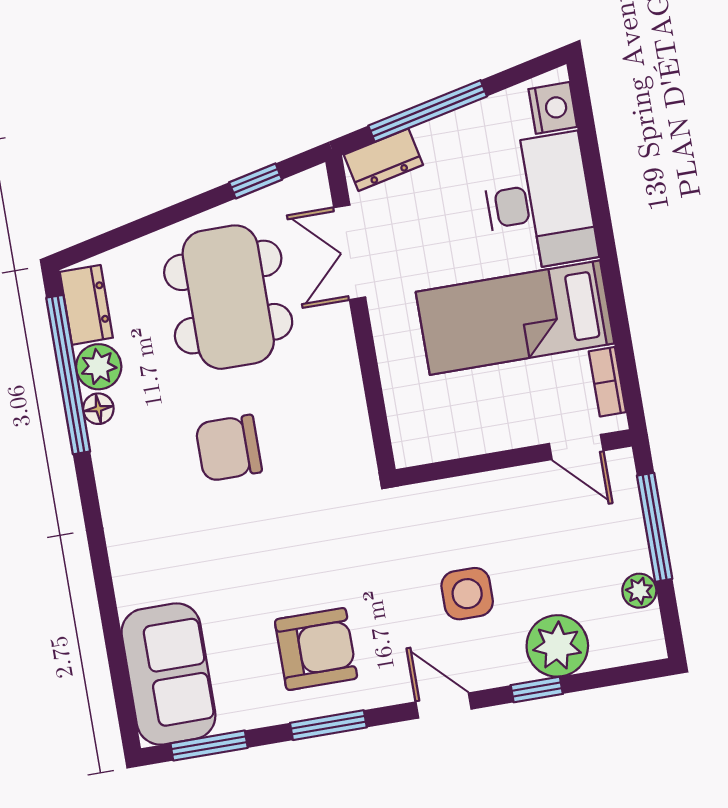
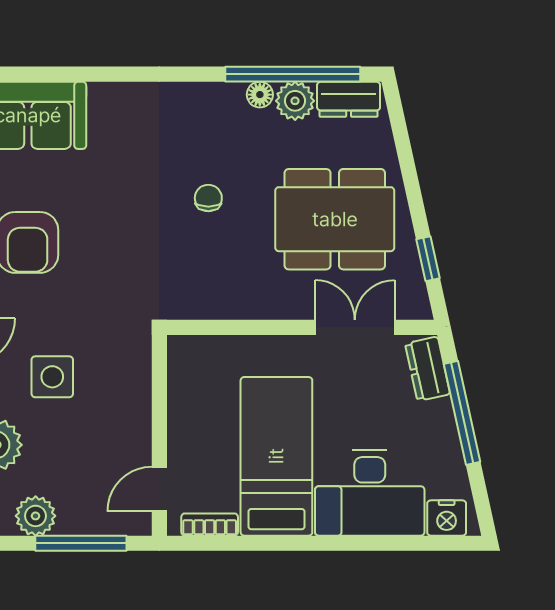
chair: (229, 448) -> (208, 198), width x0.54, depth x0.54
plant: (639, 591) -> (36, 516), width x1.38, depth x1.38

